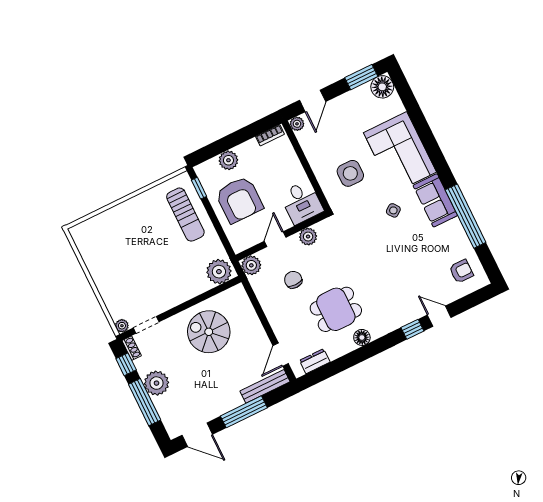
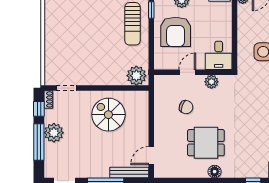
plant: (251, 265) -> (161, 82), removed
chair: (293, 280) -> (186, 107), turned 110
plant: (122, 326) -> (49, 80), removed
dresser: (315, 361) -> (173, 172), removed

